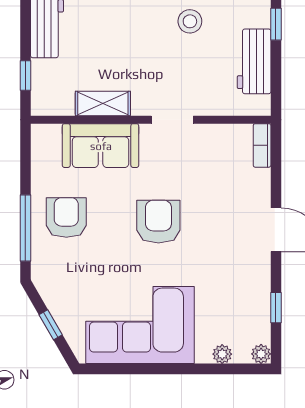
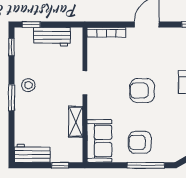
stool: (190, 21) -> (28, 85), moved
bookcase: (262, 145) -> (106, 32), width x1.56
sofa: (101, 146) -> (99, 141), moved

